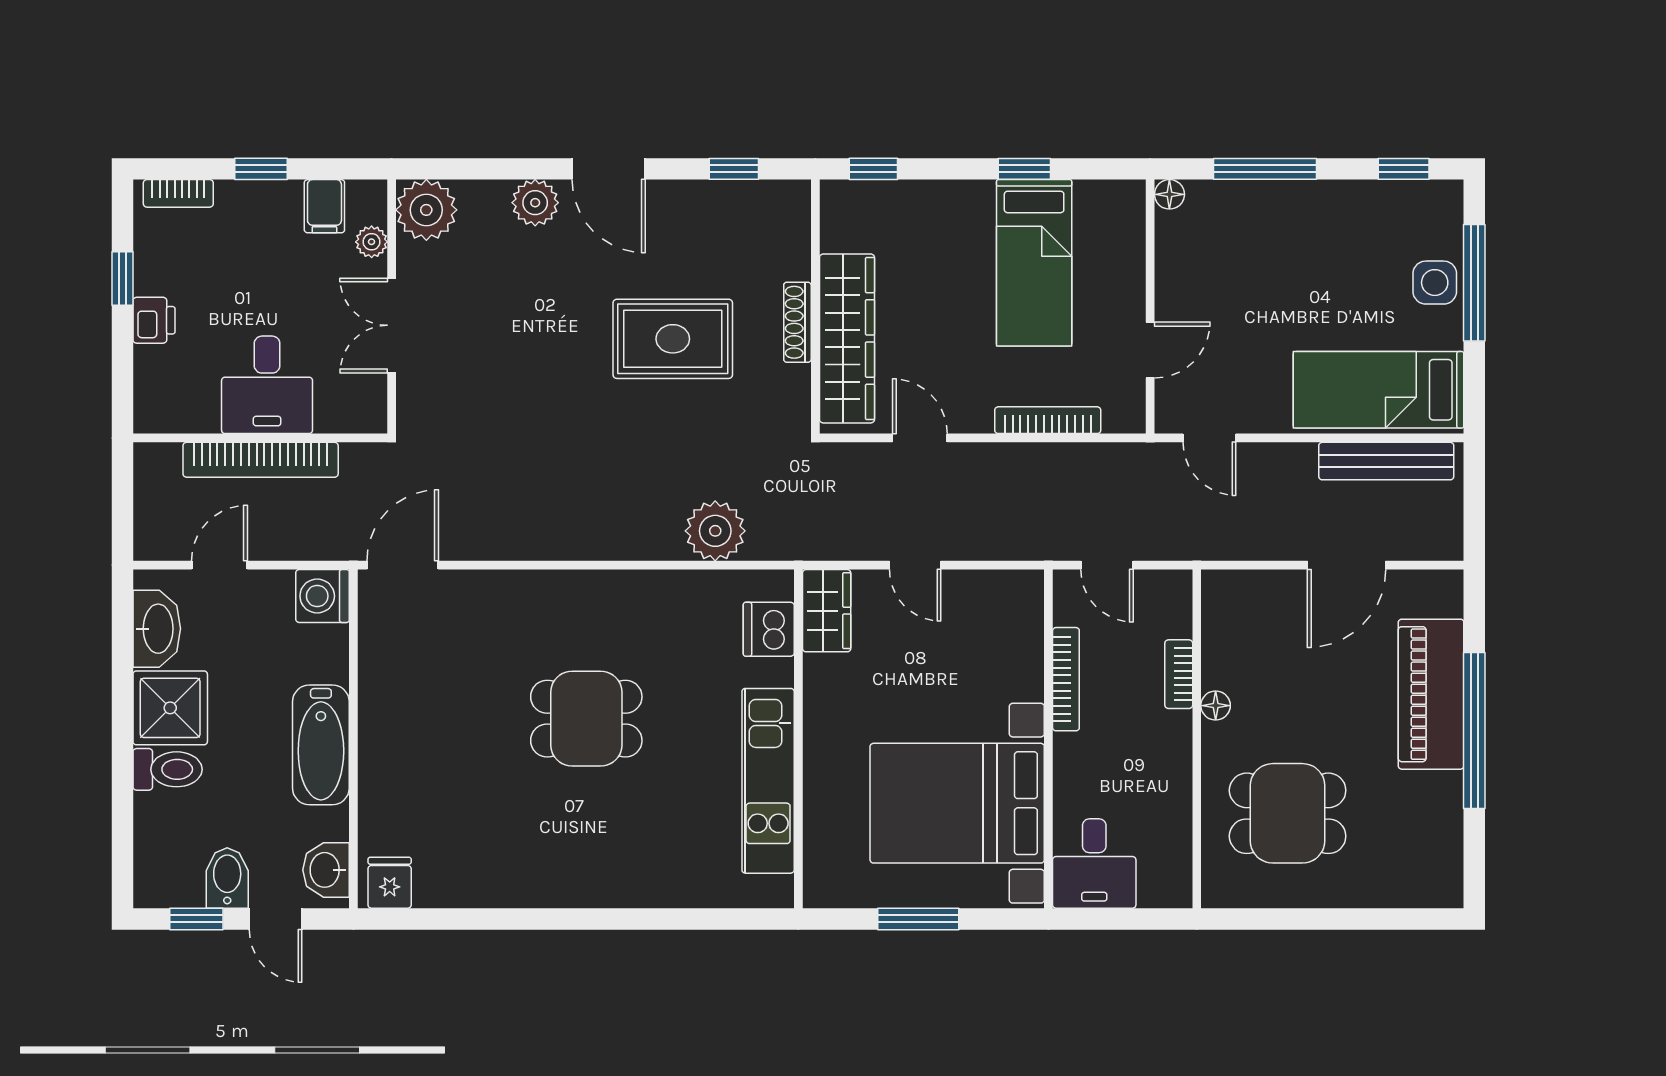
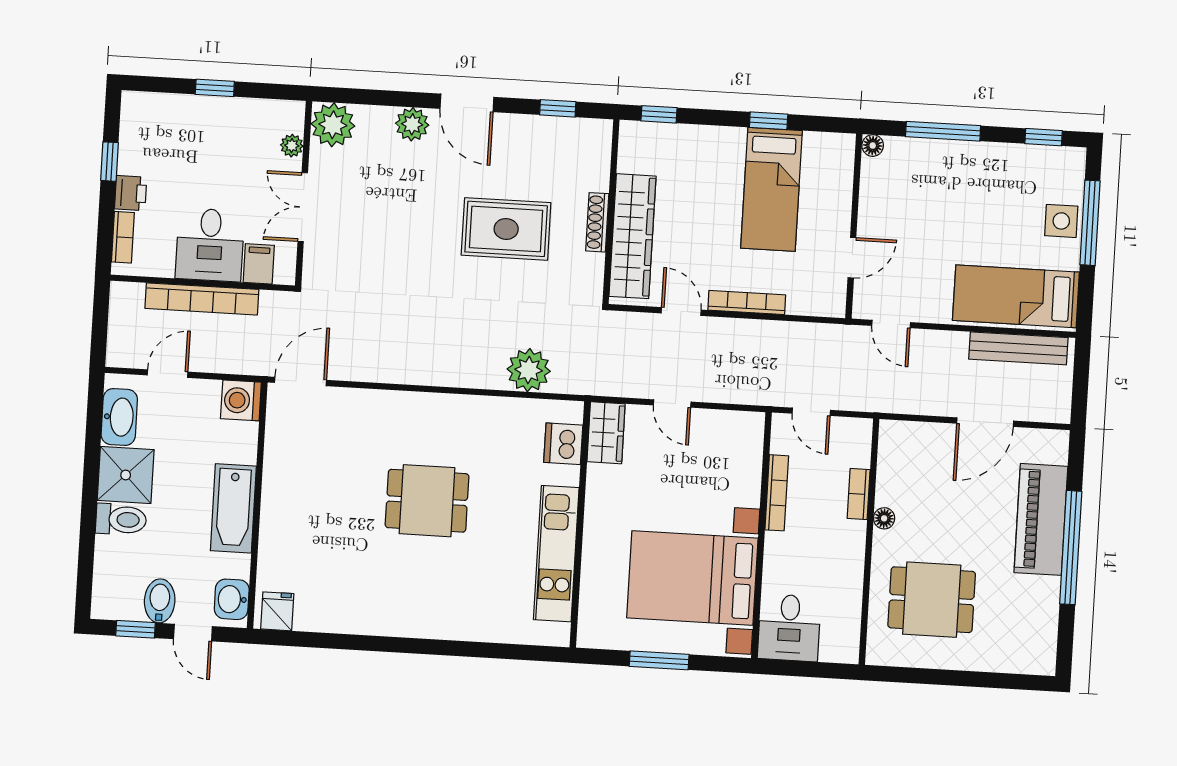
bookcase: (178, 193) -> (123, 237), moved, turned -90
filing cabinet: (324, 206) -> (259, 264), moved, turned 180
bookcase: (1048, 420) -> (747, 302), moved

